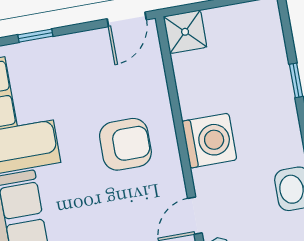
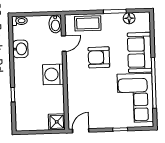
armchair: (125, 144) -> (99, 57), moved

